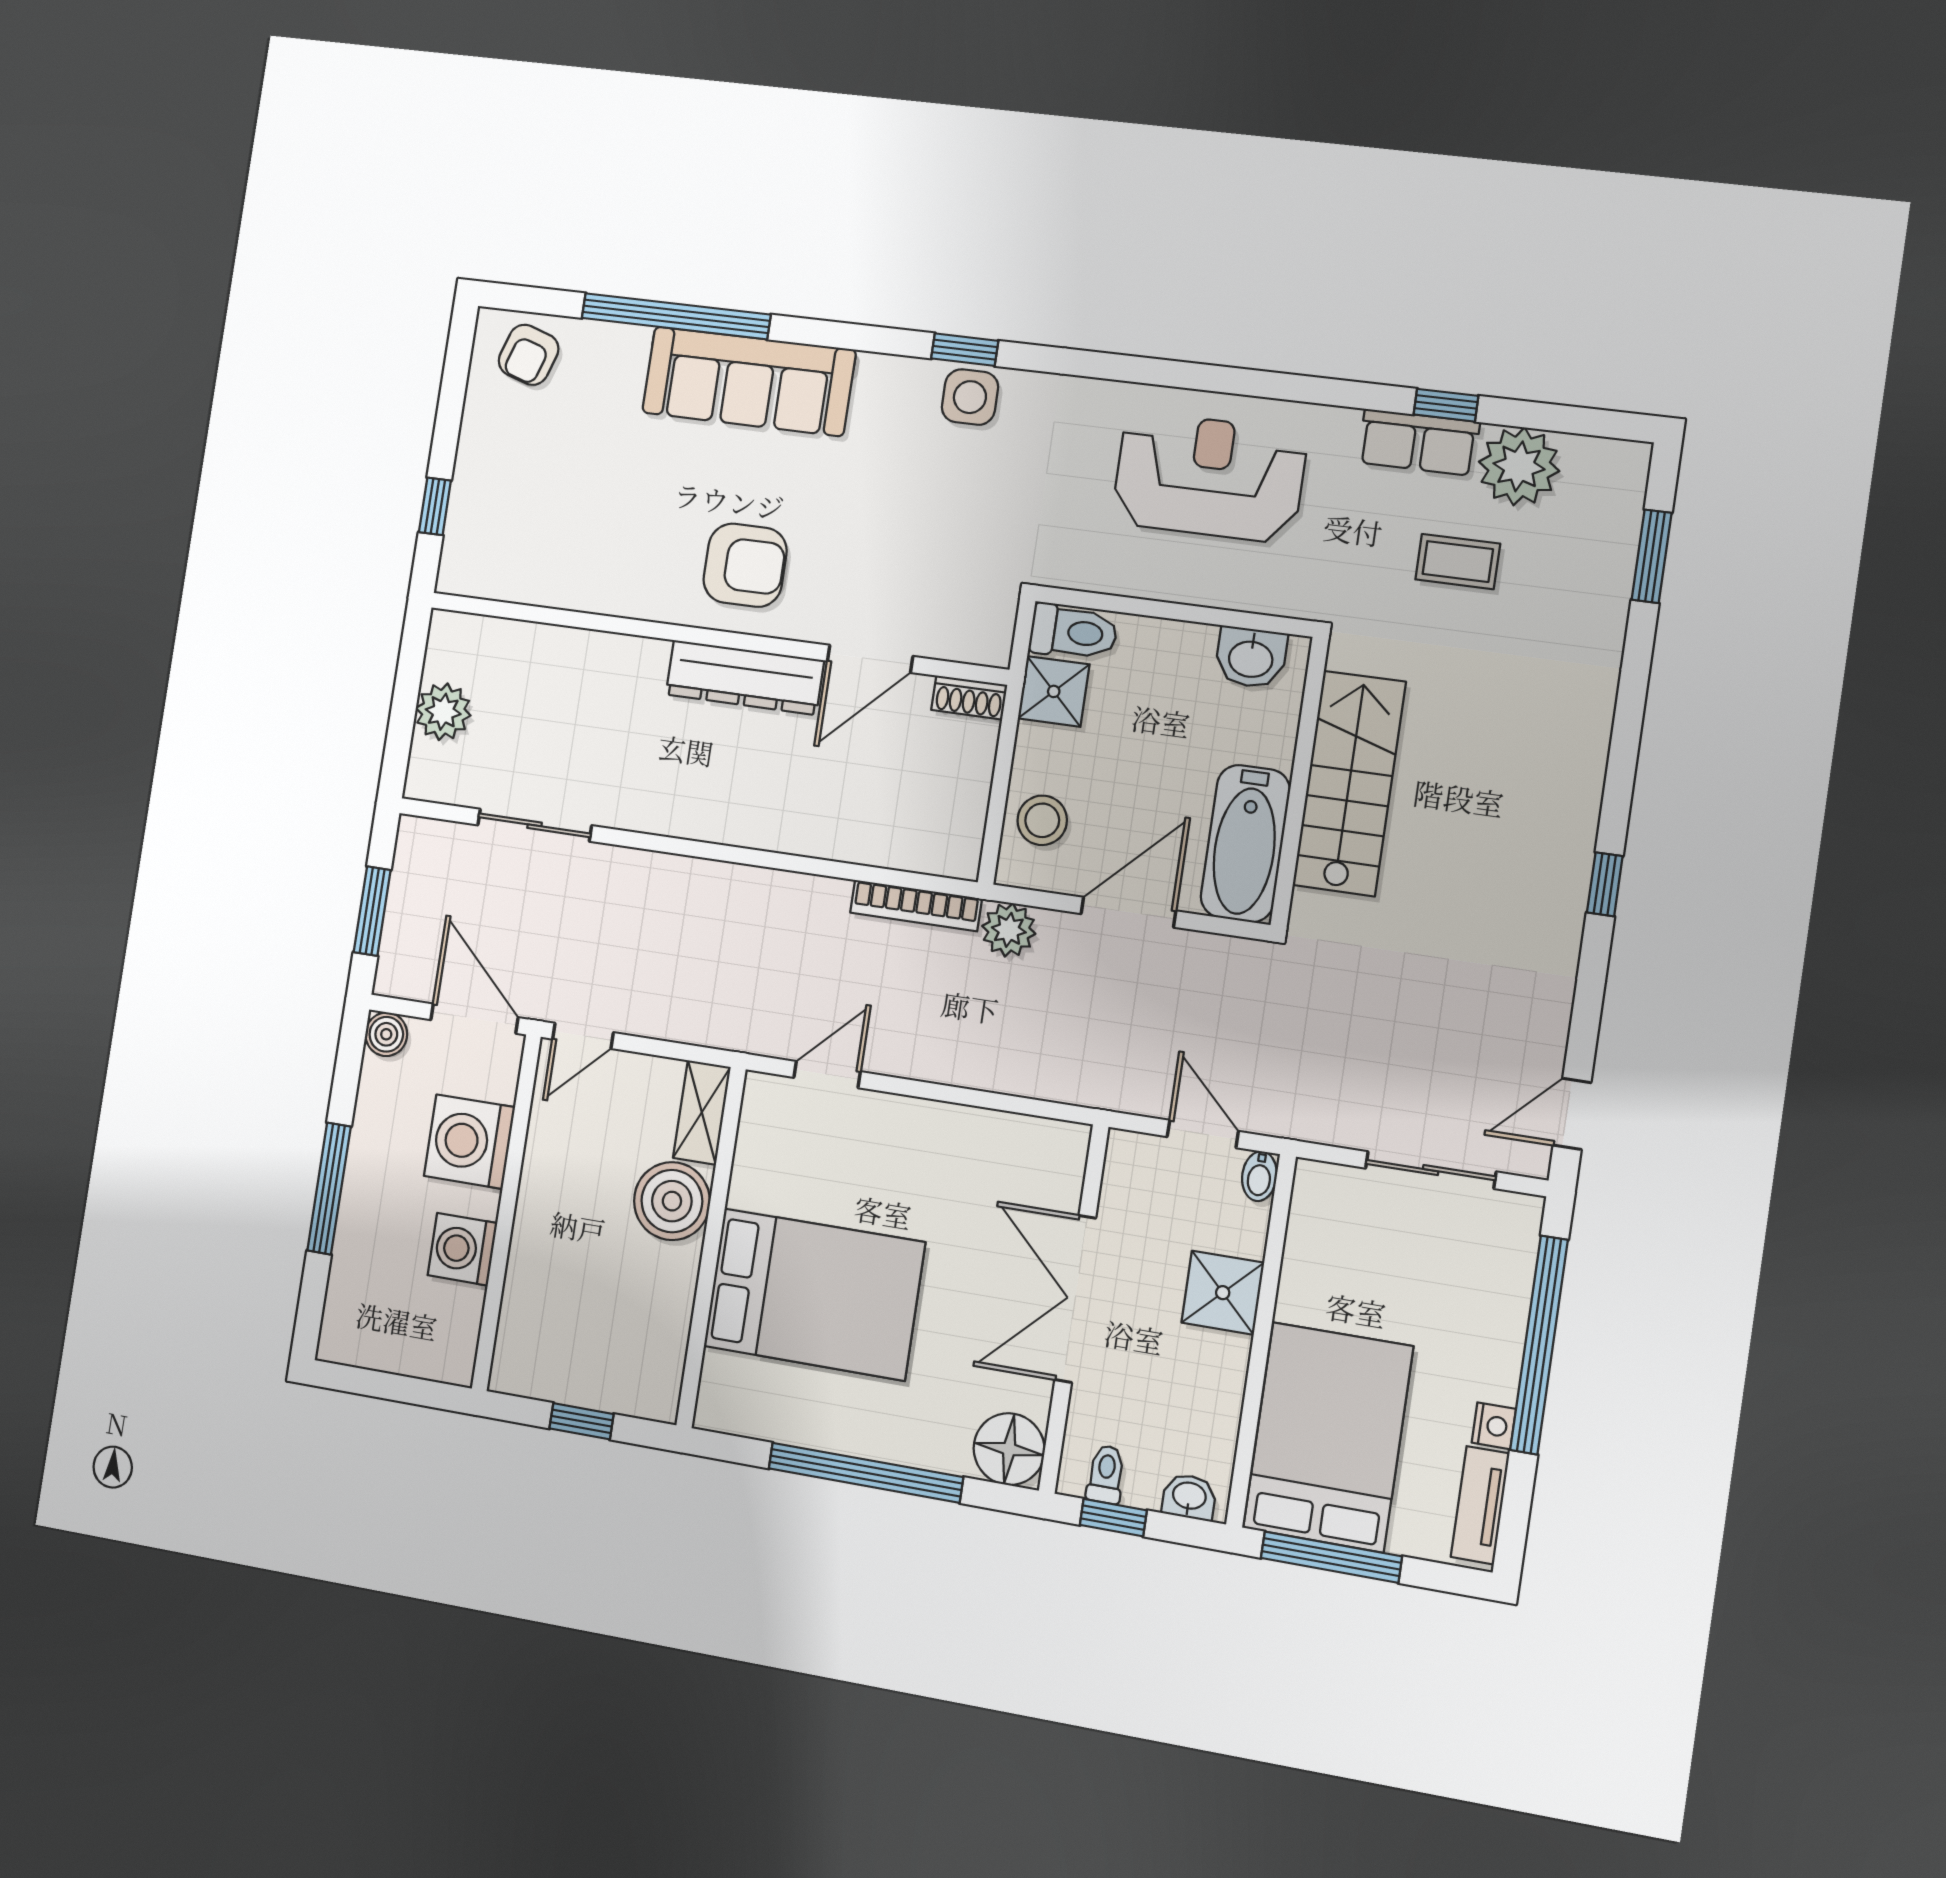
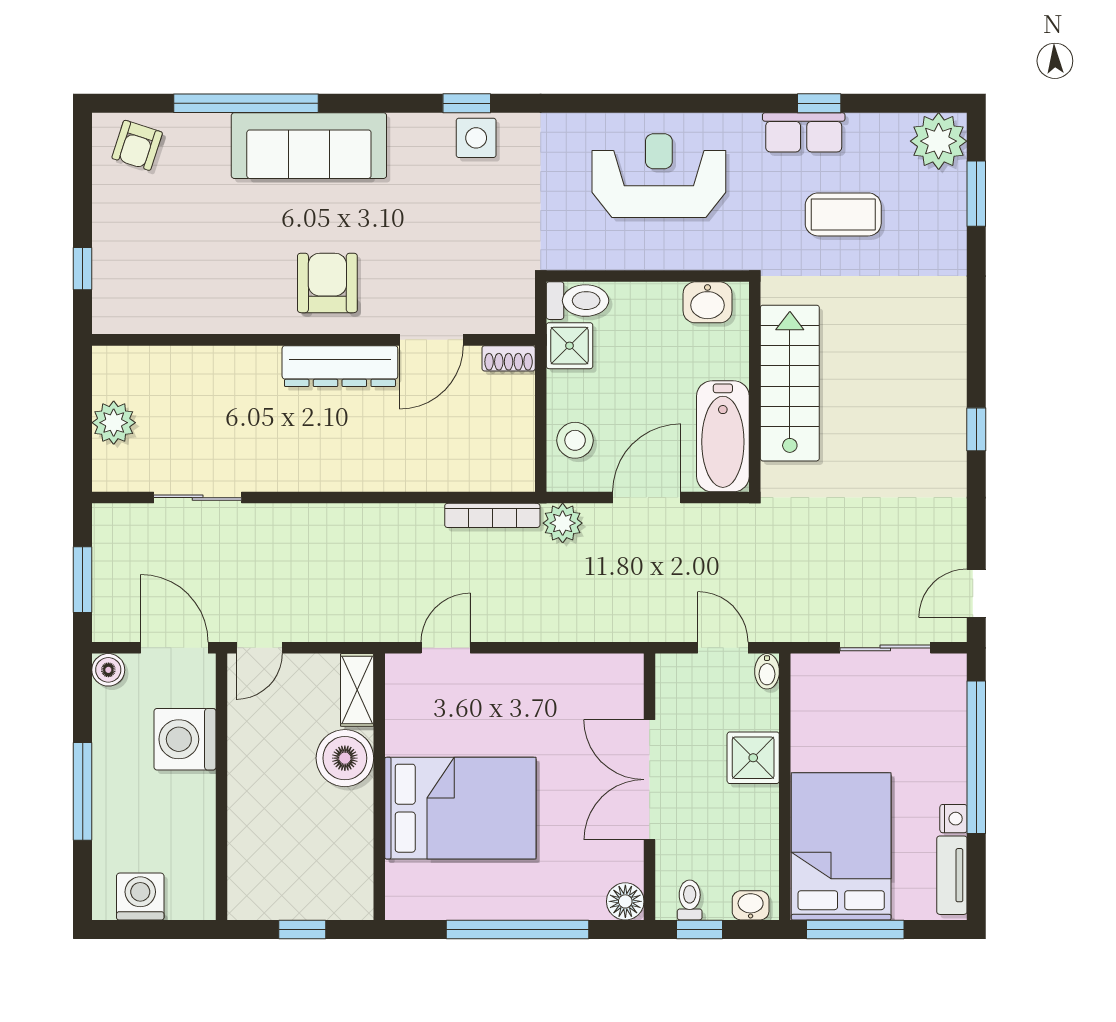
plant: (1519, 466) -> (939, 141), moved
coffee table: (1458, 562) -> (843, 214), width x1.36, depth x1.30
armchair: (745, 565) -> (327, 283), turned -90
washing machine: (462, 1249) -> (140, 897), moved, turned 90
floor lamp: (1009, 1449) -> (625, 901), width x0.73, depth x0.73

